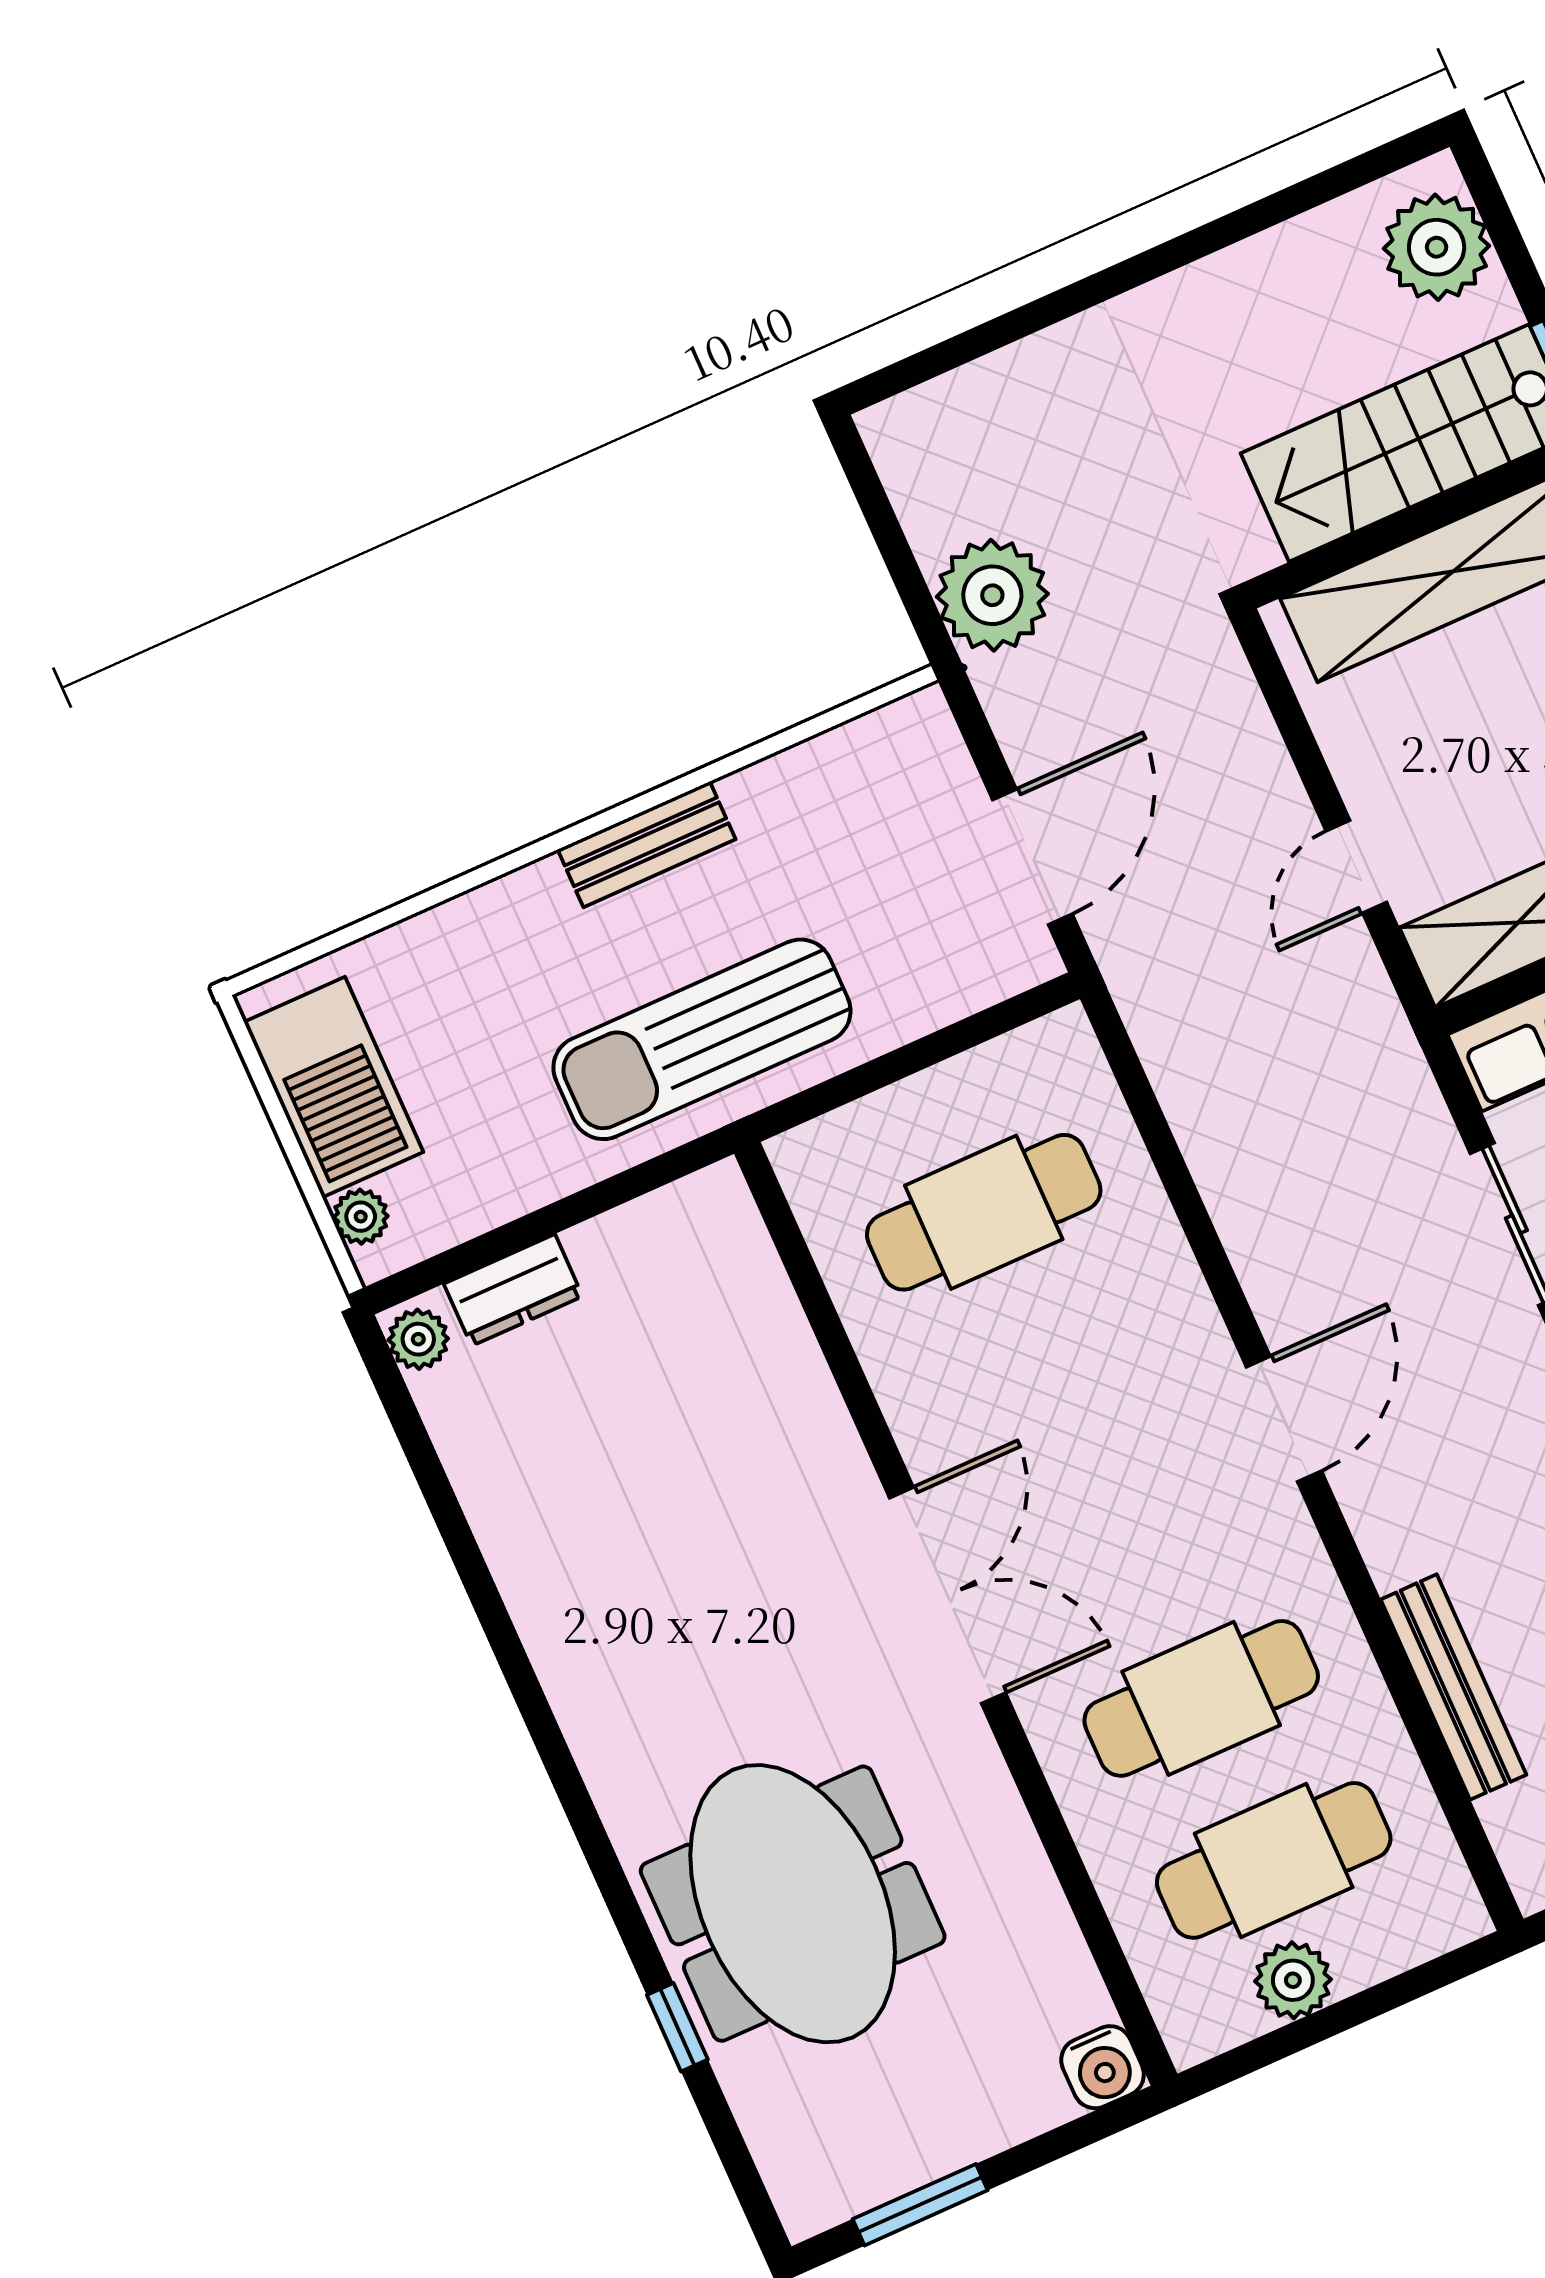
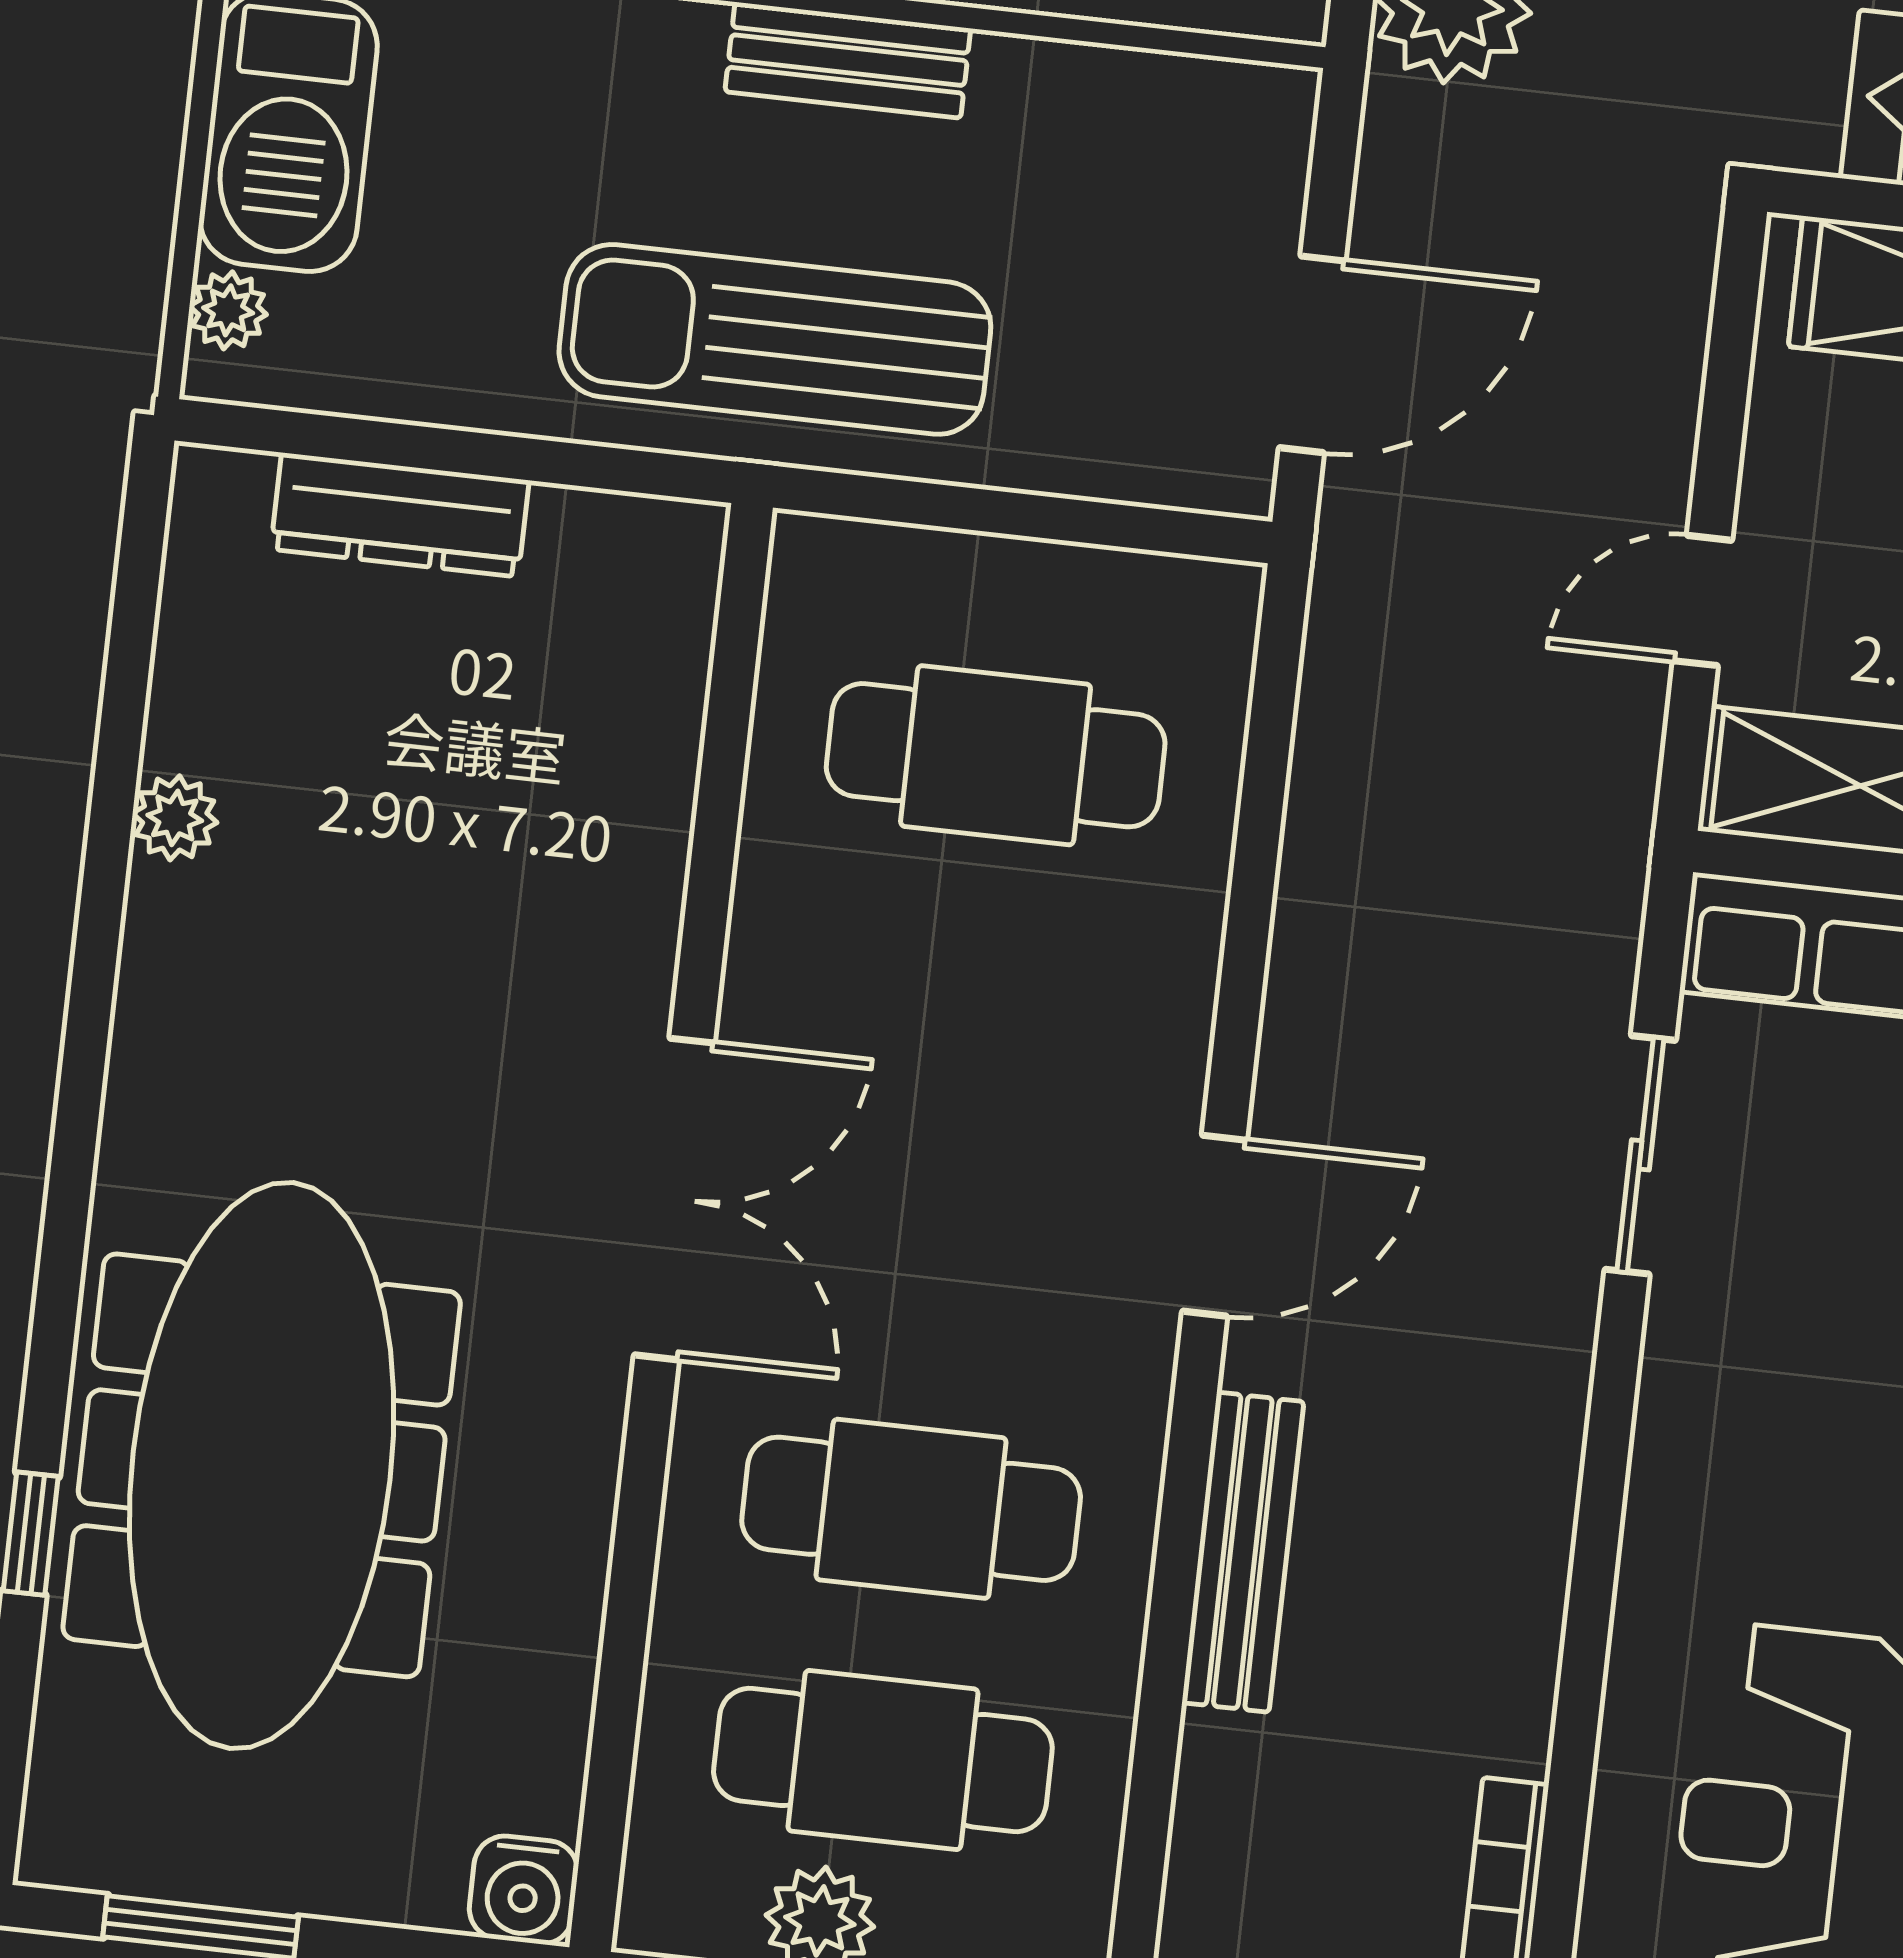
dresser: (513, 1290) -> (400, 515), width x1.44
plant: (418, 1339) -> (175, 818), moved
bench: (1453, 1687) -> (1243, 1552), moved
meeting table: (793, 1904) -> (262, 1465), width x1.36

